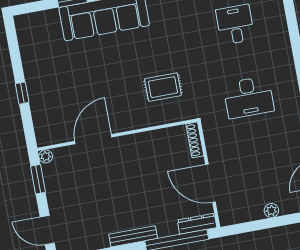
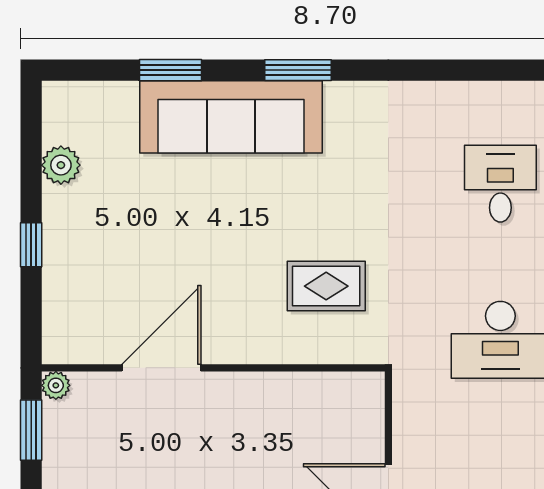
plant: (29, 53) -> (61, 165), added
shoe rack: (195, 140) -> (372, 408), removed

